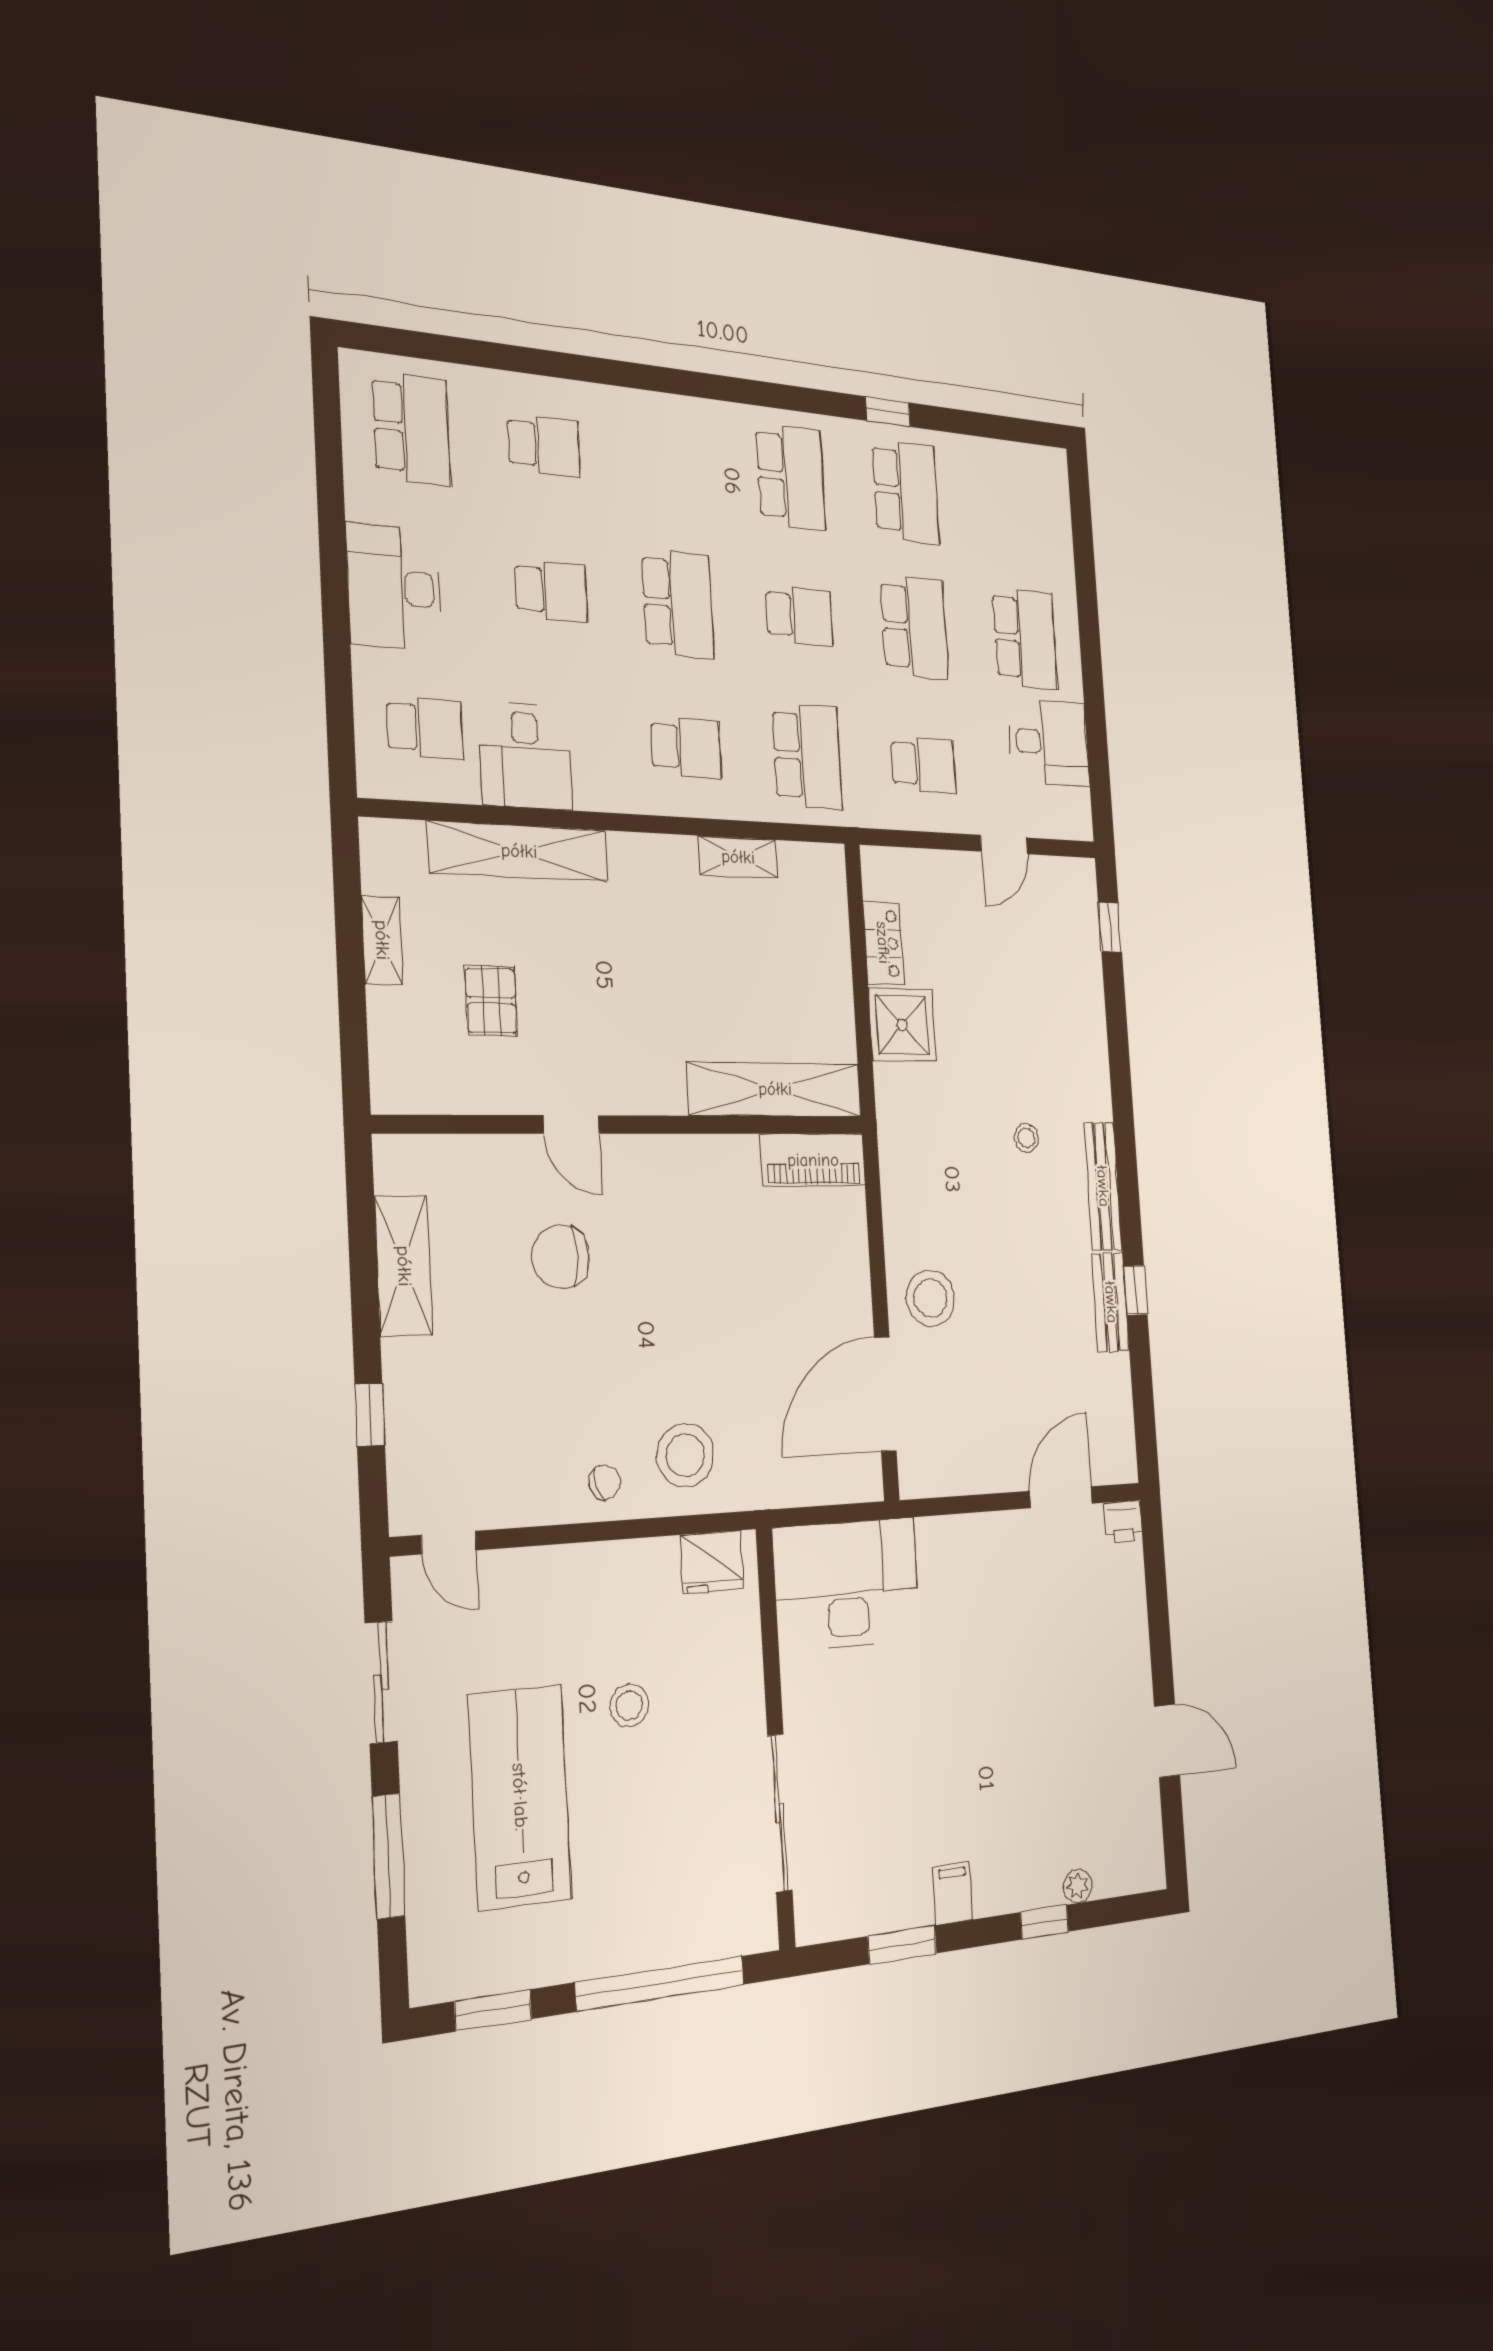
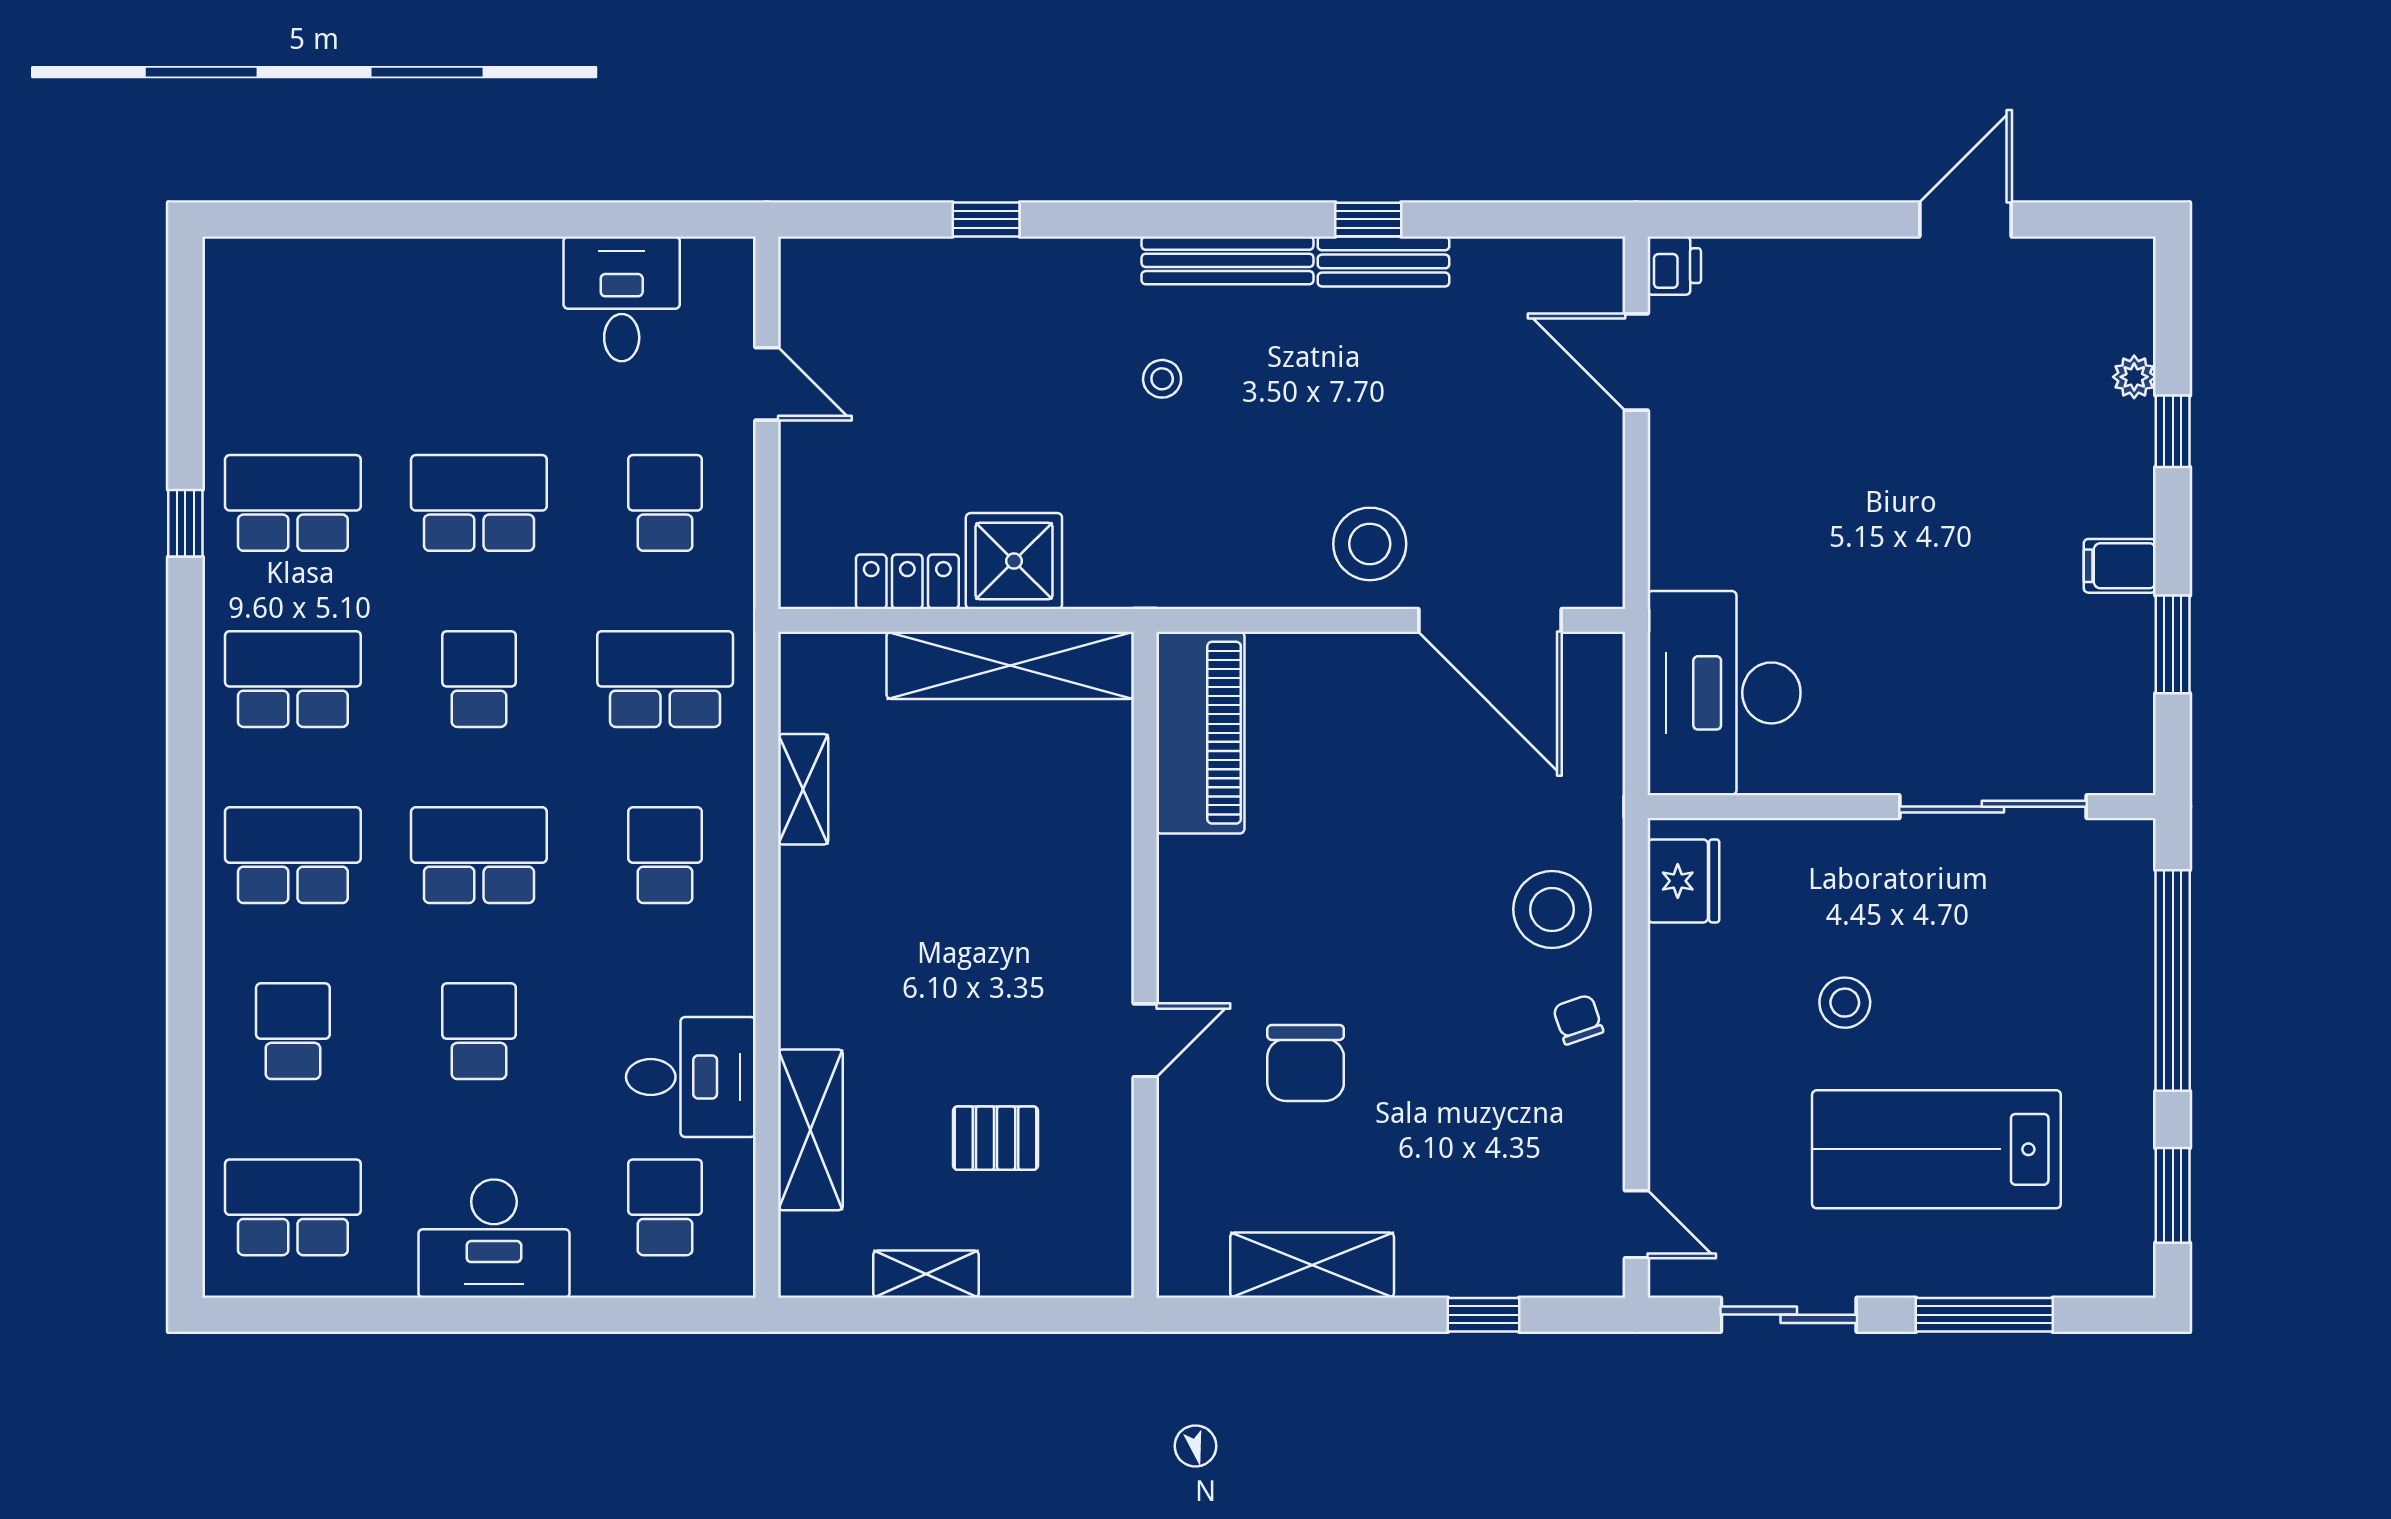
school desk: (1025, 638) -> (293, 855), moved
shelving: (519, 851) -> (810, 1130), width x0.68
window: (1110, 927) -> (986, 219), moved
shelving: (775, 1089) -> (1010, 665), moved, turned 90
piano: (813, 1160) -> (1200, 733), width x1.37, depth x1.33
door: (449, 1543) -> (1636, 1224), hinge flipped

